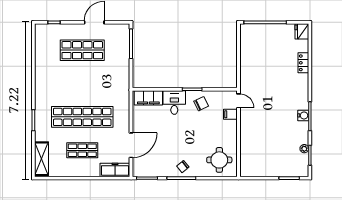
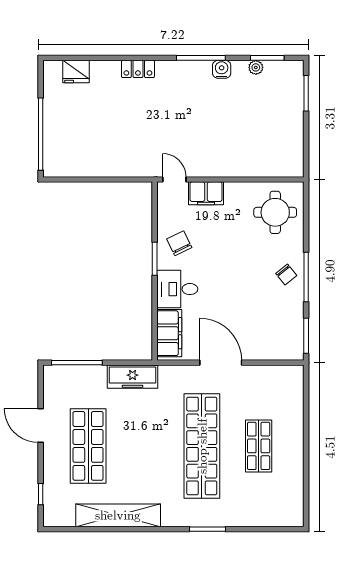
fridge: (302, 31) -> (76, 72), moved
locker: (303, 63) -> (138, 69), moved
door: (239, 101) -> (174, 180), hinge flipped
filing cabinet: (230, 114) -> (206, 193), width x2.00
water cooler: (303, 115) -> (222, 69), moved
door: (131, 145) -> (221, 363), moved
shelving: (42, 159) -> (118, 515), moved, width x1.47
freezer: (115, 170) -> (133, 377), moved, turned -90

